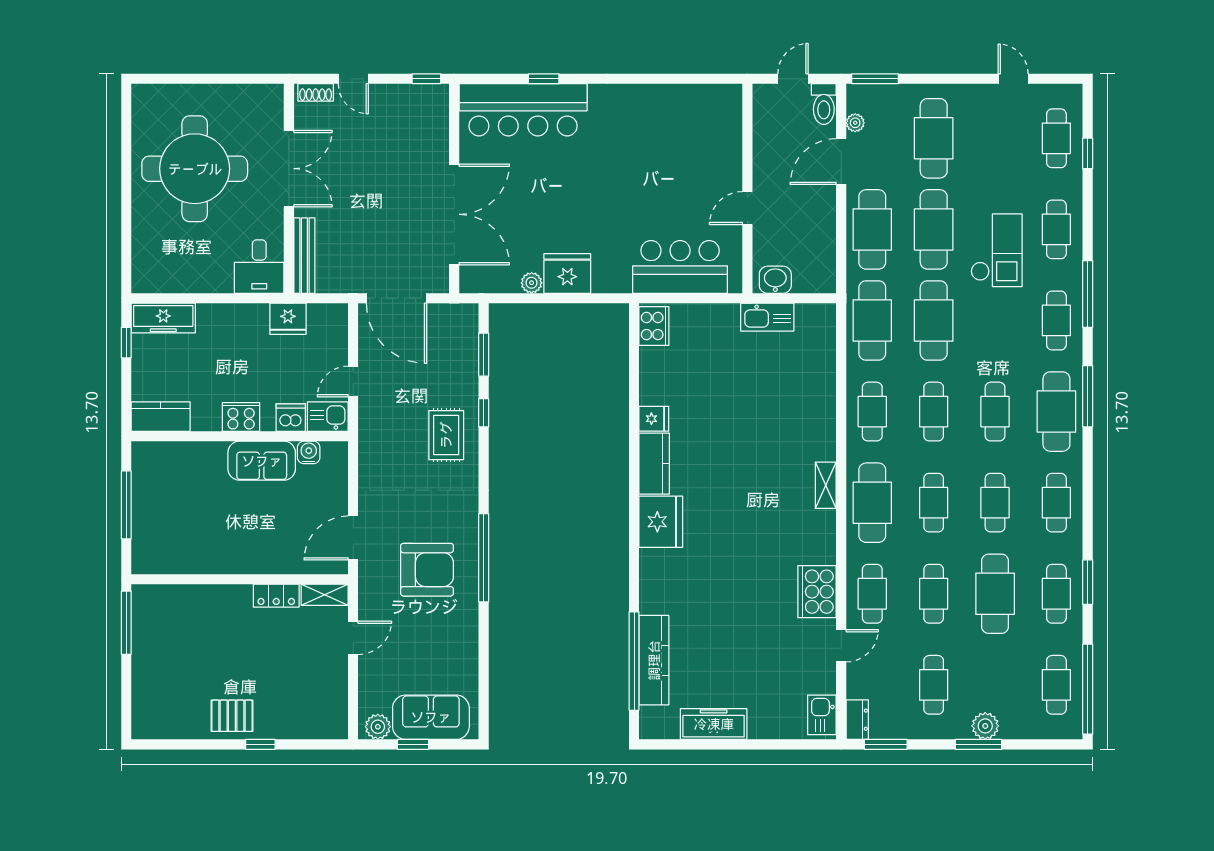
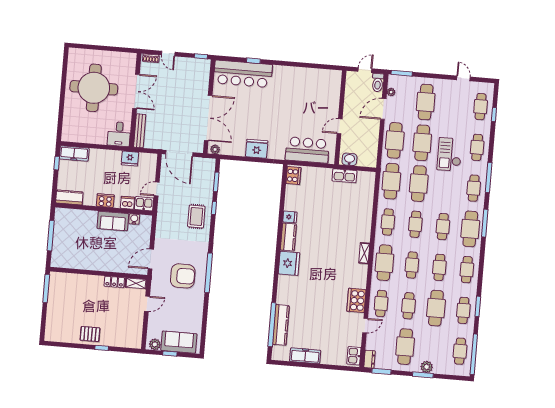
checkout: (997, 250) -> (450, 154), turned 180
plant: (532, 283) -> (215, 149), moved
cafe table: (934, 685) -> (405, 347), width x1.37, depth x1.35

